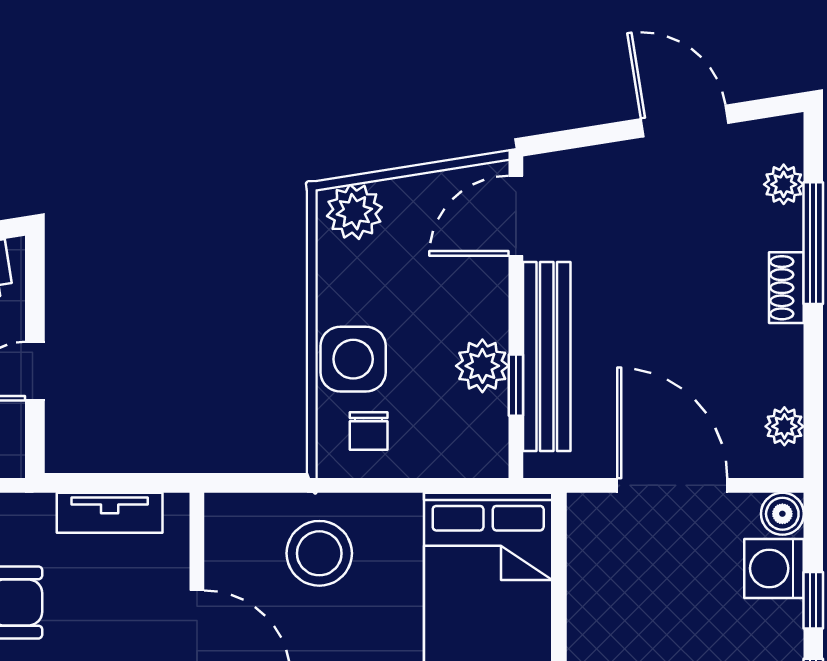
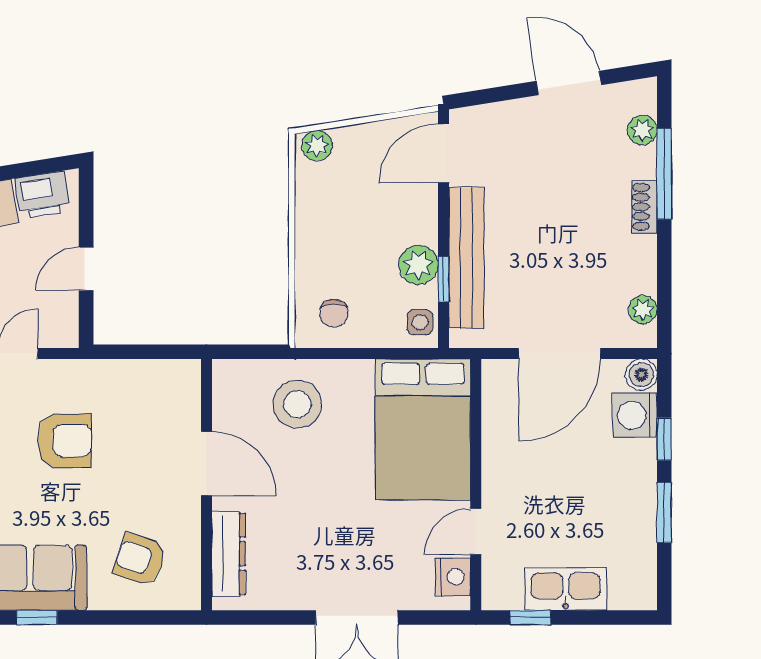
plant: (354, 212) -> (317, 146), width x0.73, depth x0.73
side table: (353, 359) -> (420, 322), moved, width x0.54, depth x0.54
door: (672, 485) -> (560, 354), swing flipped
tv unit: (110, 513) -> (142, 374), removed

